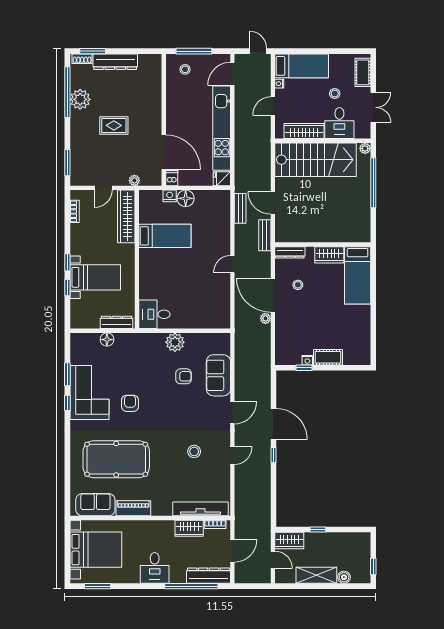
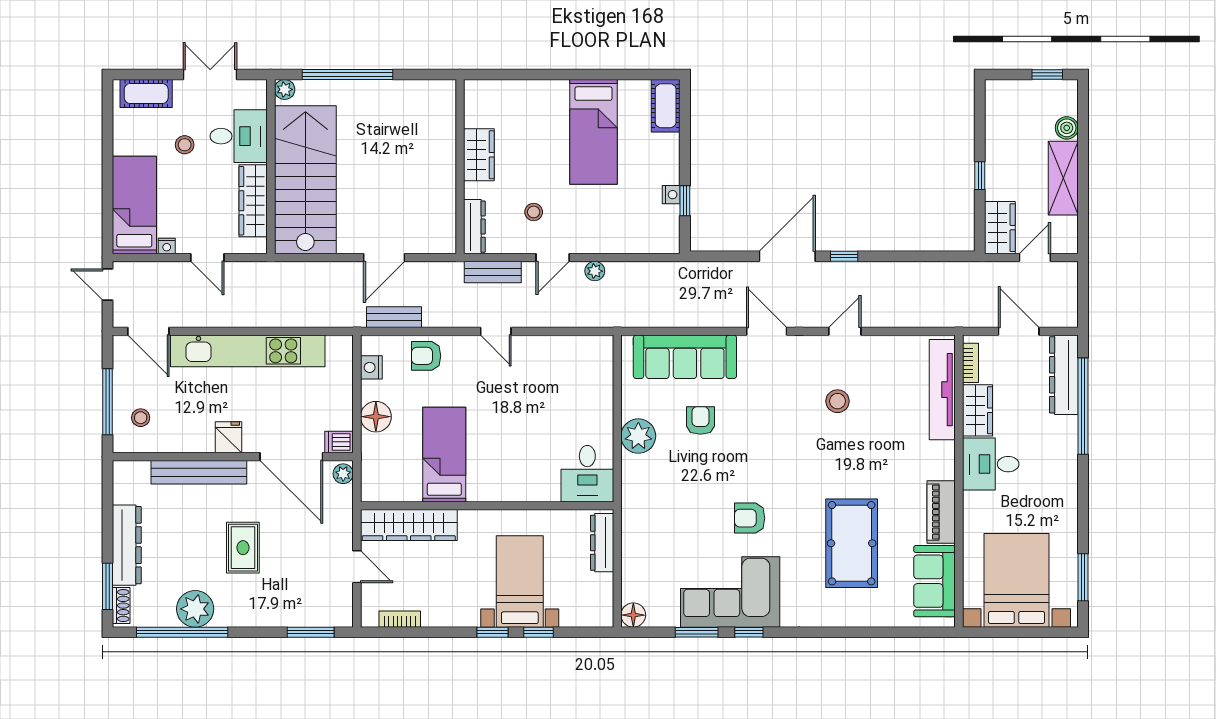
door: (258, 51) -> (107, 285), hinge flipped
bench: (155, 101) -> (199, 472), added
door: (164, 152) -> (291, 457), swing flipped
fridge: (222, 179) -> (228, 437), moved, turned 180
plant: (134, 180) -> (343, 474), moved
nightstand: (170, 196) -> (371, 367), moved
armchair: (219, 226) -> (426, 356), added
bench: (265, 235) -> (493, 272), moved
bed: (358, 275) -> (593, 132), moved, turned 90
door: (273, 295) -> (553, 258), width x0.53
floor lamp: (107, 340) -> (633, 615), moved
cot: (328, 357) -> (666, 106), moved
sofa: (218, 375) -> (685, 357), width x1.36
door: (232, 456) -> (845, 331), hinge flipped
pool table: (116, 459) -> (852, 543), width x0.73, depth x0.76
desk: (155, 568) -> (991, 464), moved, turned 180

